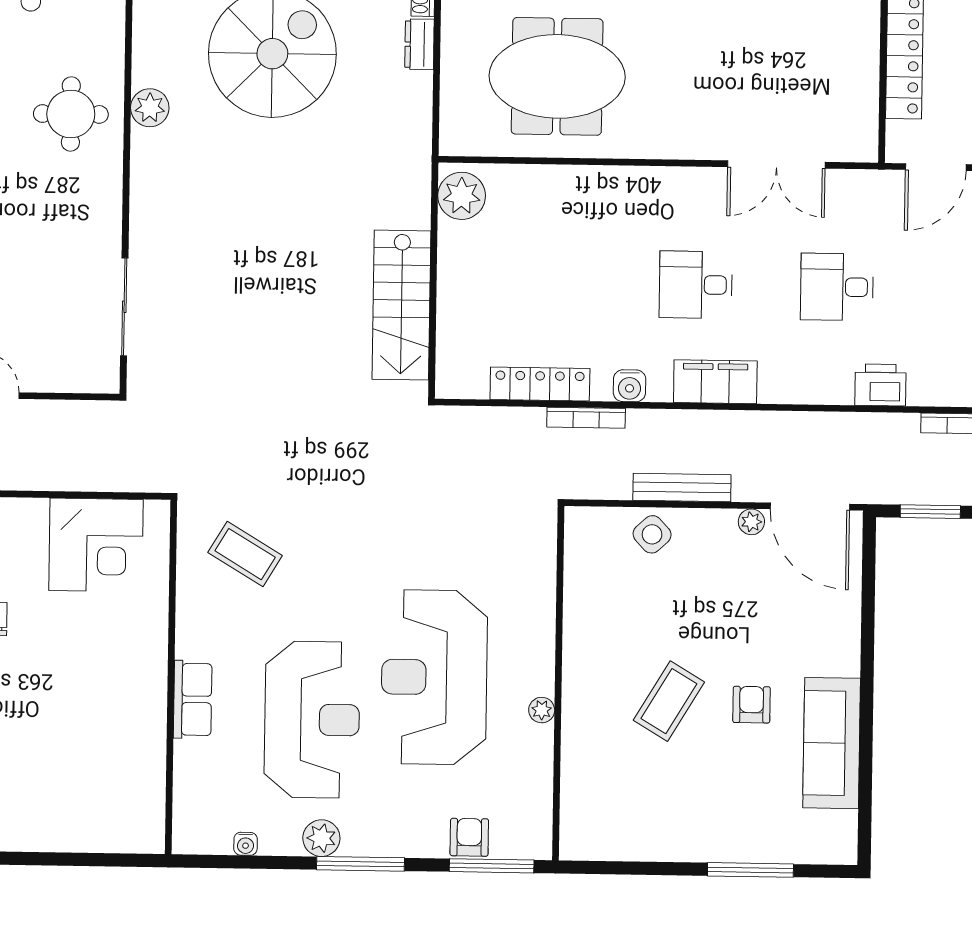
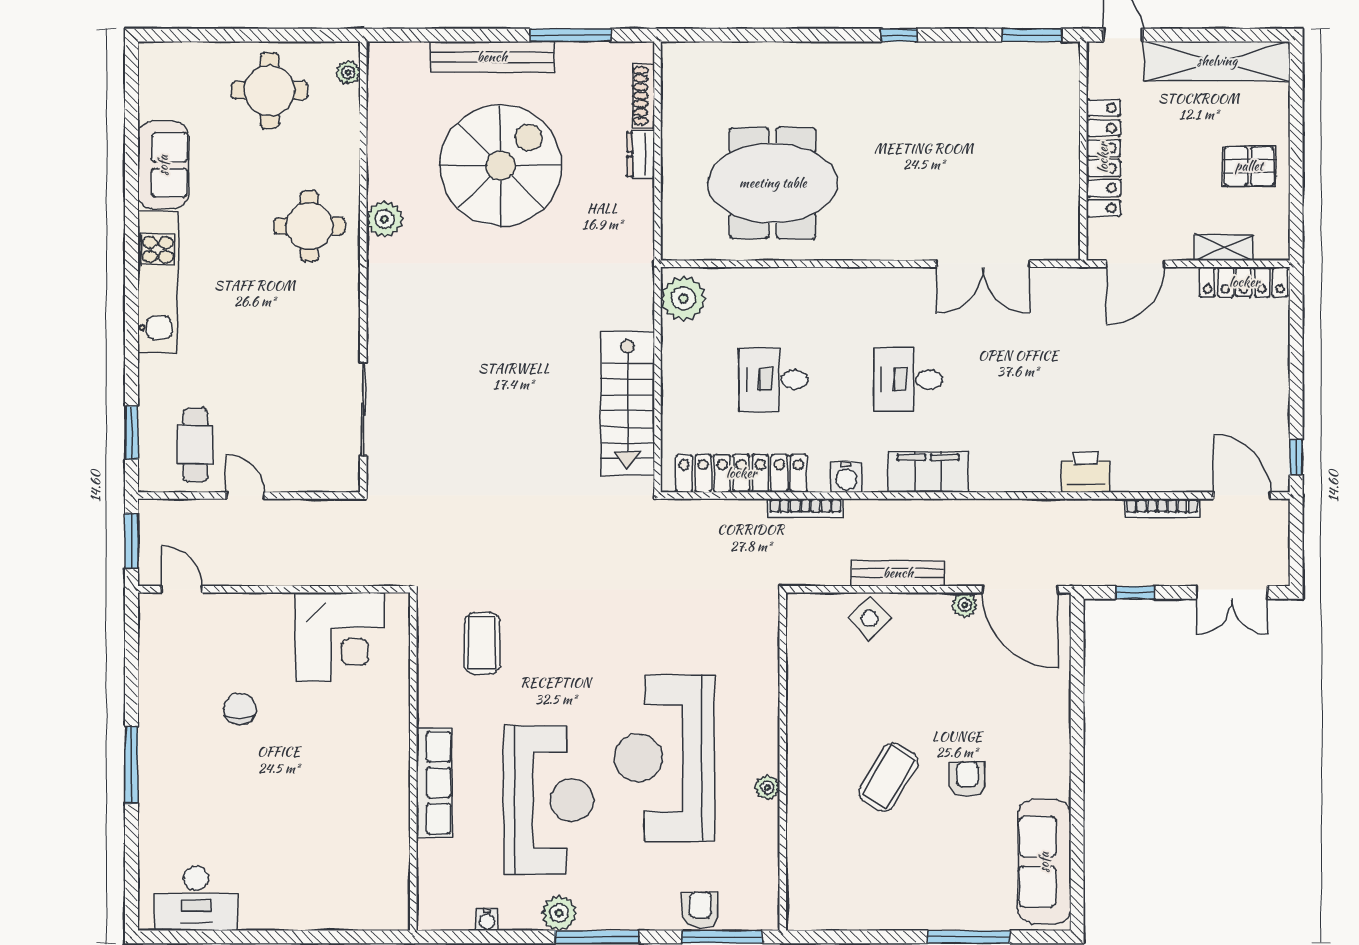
desk: (837, 287) -> (773, 380), moved
locker: (540, 384) -> (741, 473), width x1.41, depth x1.21
window: (930, 512) -> (1135, 592), width x0.67
coffee table: (245, 554) -> (482, 643), turned 59
row of seats: (193, 699) -> (434, 783), width x1.48
sofa: (832, 743) -> (1044, 862), moved

